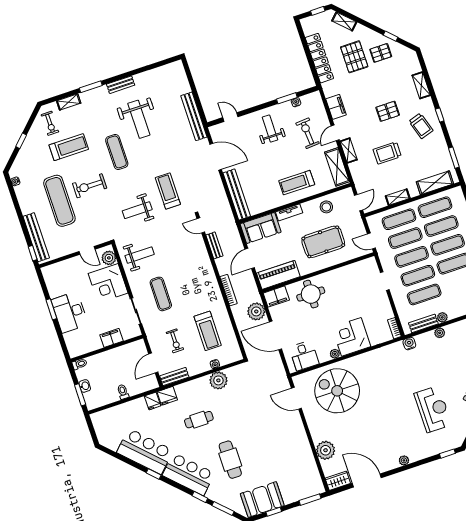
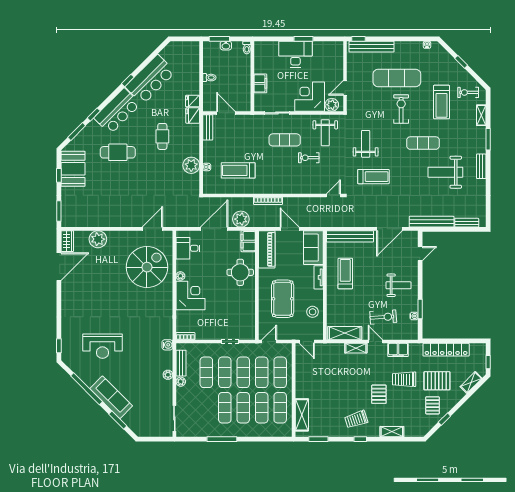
trolley: (387, 153) -> (404, 379), moved, turned -90
treadmill: (297, 183) -> (345, 274), moved
shelving: (398, 197) -> (300, 378), removed
bench: (214, 245) -> (467, 223), moved
exercise bike: (175, 341) -> (309, 158), moved
plant: (404, 460) -> (66, 305), removed

